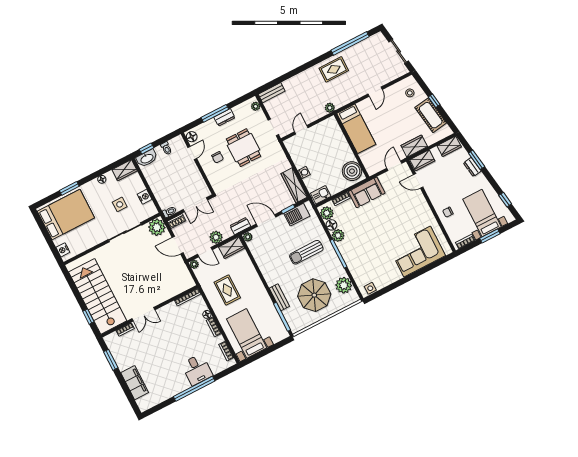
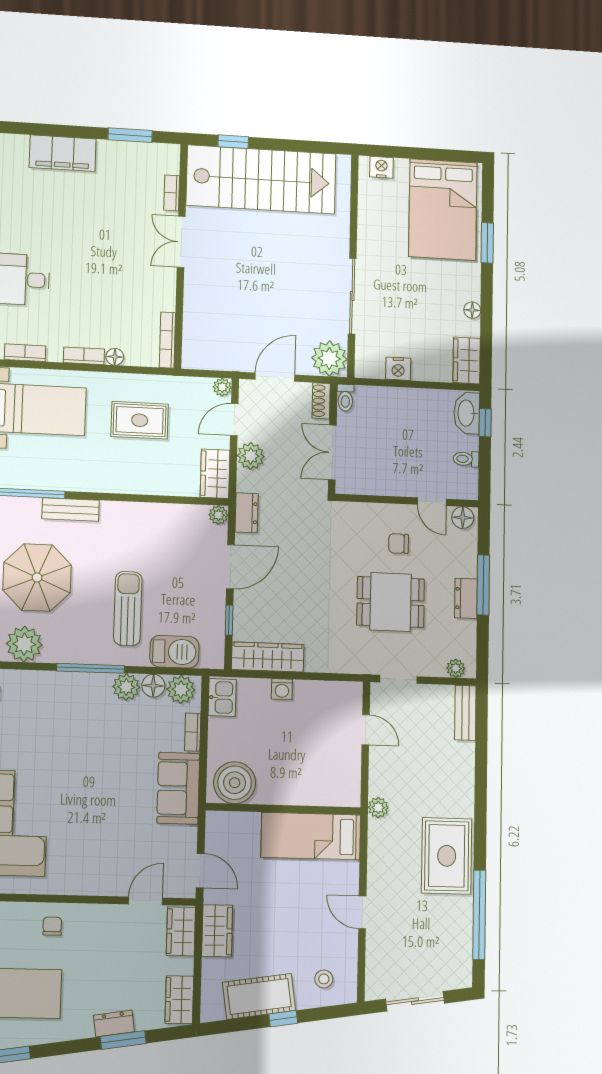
rug: (334, 69) -> (447, 856), width x1.36, depth x1.43
side table: (120, 204) -> (409, 316), removed
barbecue: (297, 215) -> (174, 652), moved, turned 90

